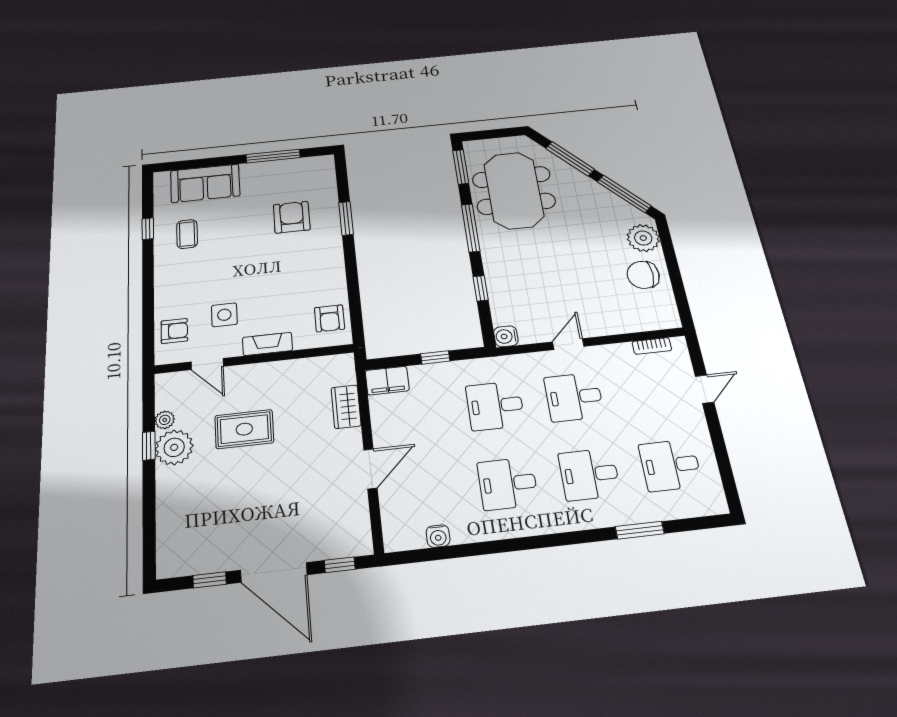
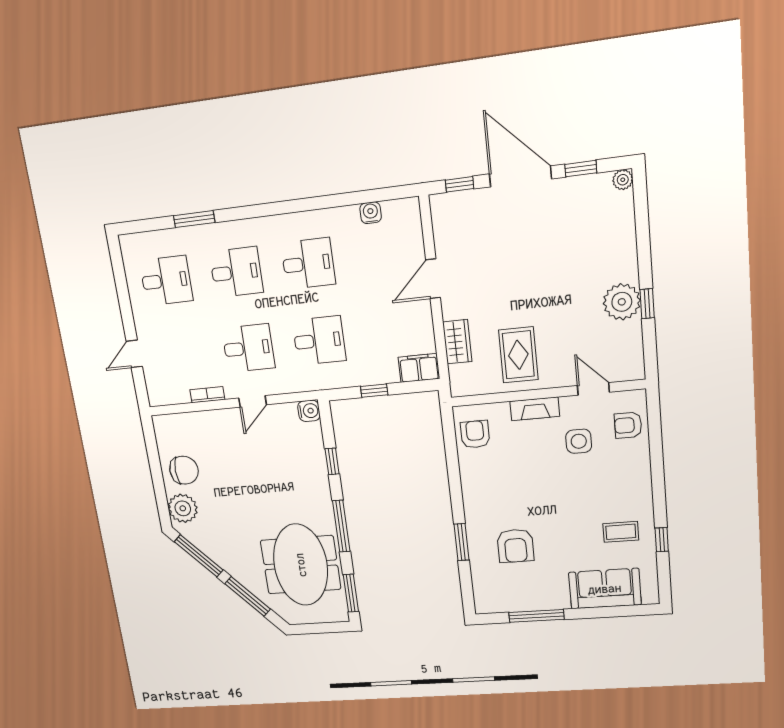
coffee table: (187, 234) -> (621, 532), turned 90
bookcase: (652, 346) -> (207, 395), moved
plant: (165, 420) -> (623, 180), moved
rug: (244, 429) -> (518, 355), moved, turned 90

